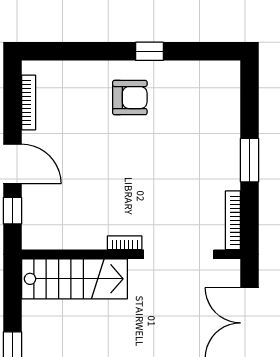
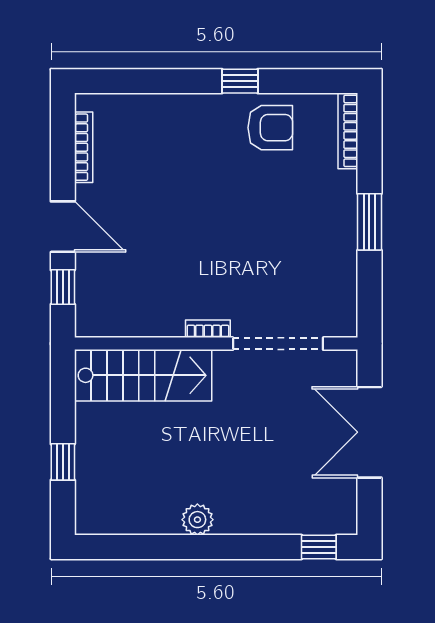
armchair: (130, 98) -> (270, 128), moved
bookcase: (233, 220) -> (348, 131), moved

